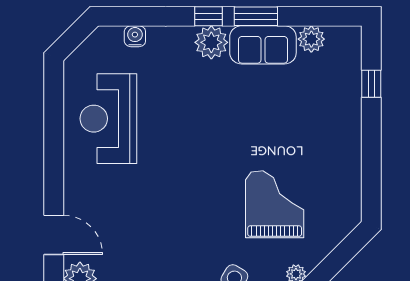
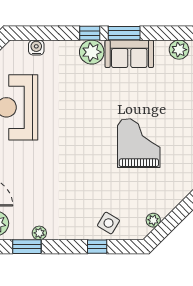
plant: (311, 39) -> (179, 50), moved
grand piano: (275, 204) -> (139, 143), moved

